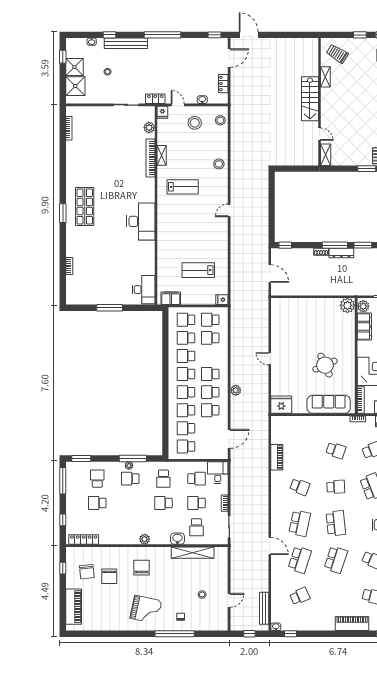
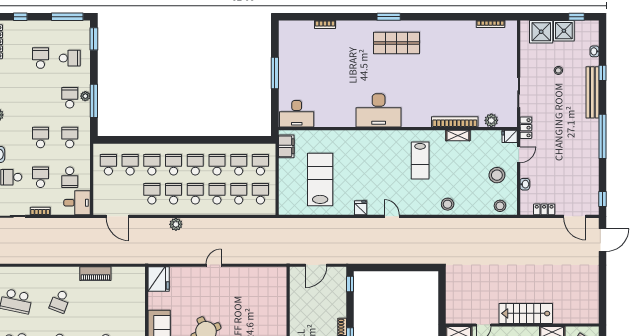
lab bench: (198, 270) -> (320, 179), width x1.36, depth x1.39
fridge: (222, 300) -> (361, 208), moved
school desk: (210, 356) -> (217, 194), added
school desk: (163, 479) -> (70, 138), turned 90

